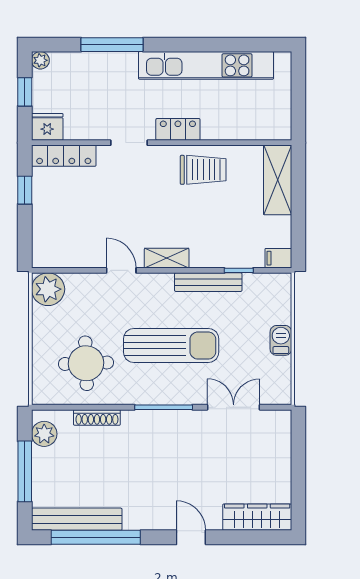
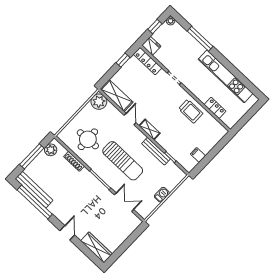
locker: (178, 129) -> (215, 108), moved
shelving: (278, 180) -> (117, 96), moved, turned 90
filing cabinet: (278, 258) -> (198, 155), moved

